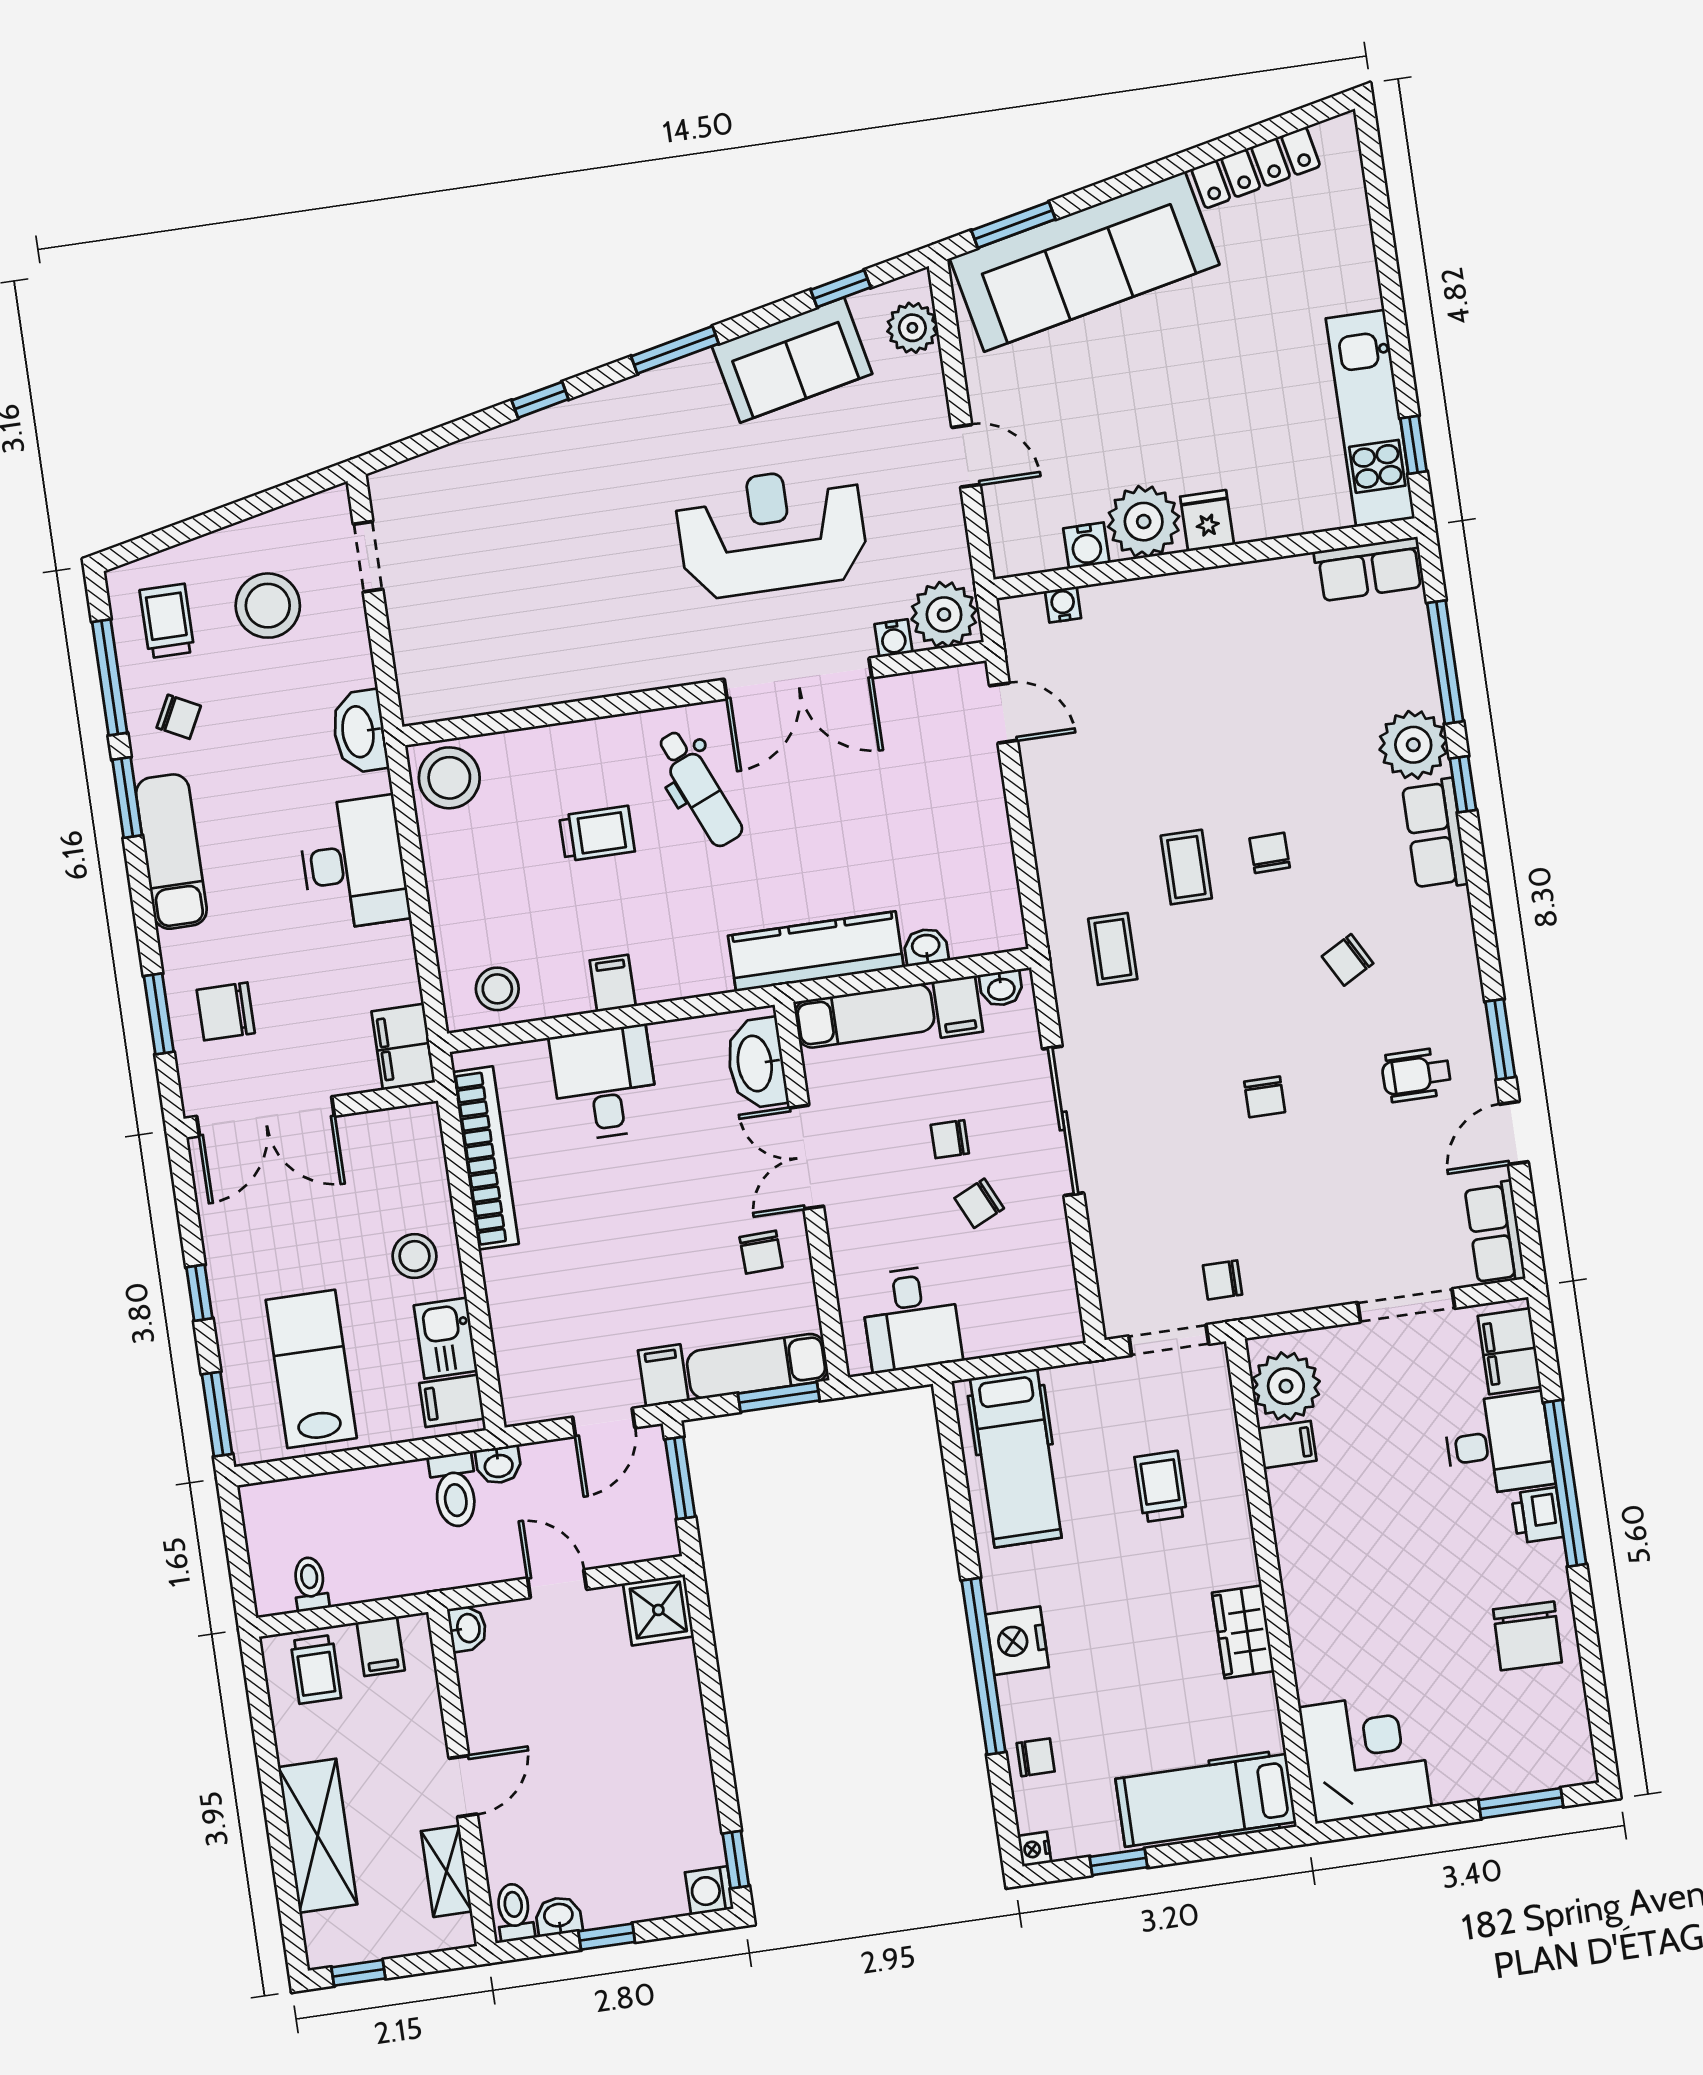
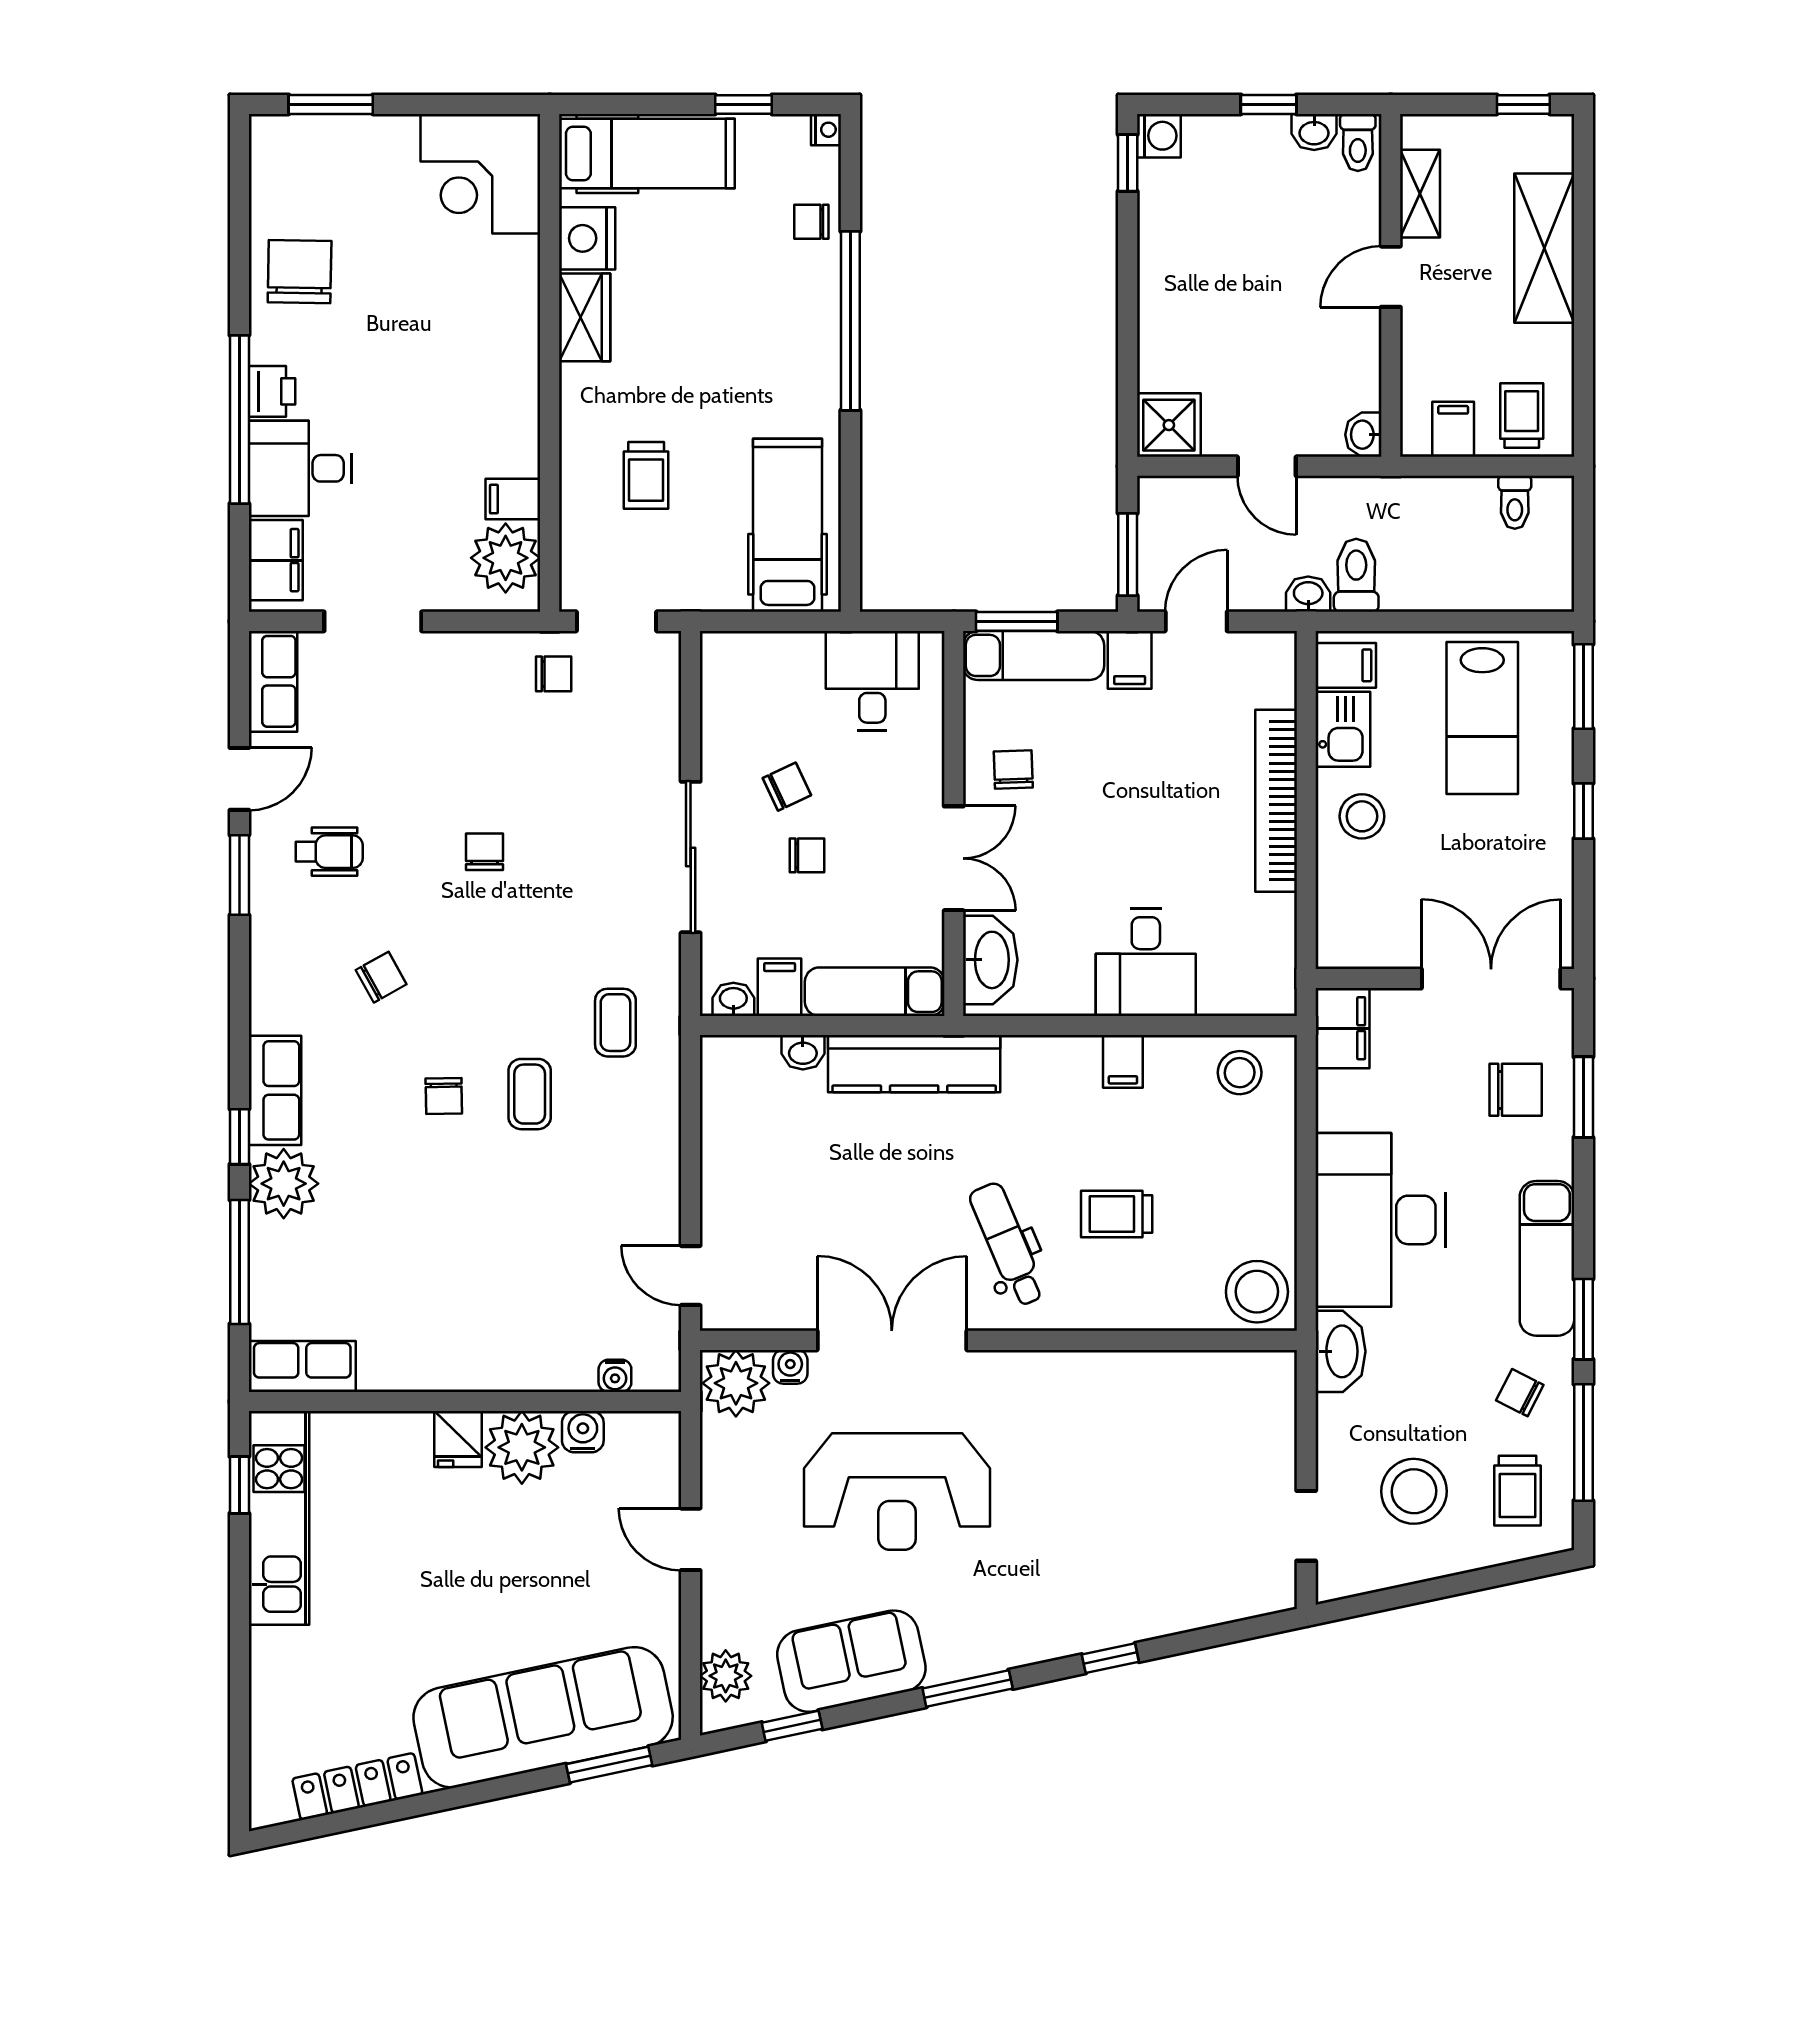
desk: (353, 863) -> (1381, 1220), width x1.36, depth x1.30
bookcase: (486, 1158) -> (1276, 801), moved
nightstand: (1017, 1641) -> (587, 238), moved, turned 180

